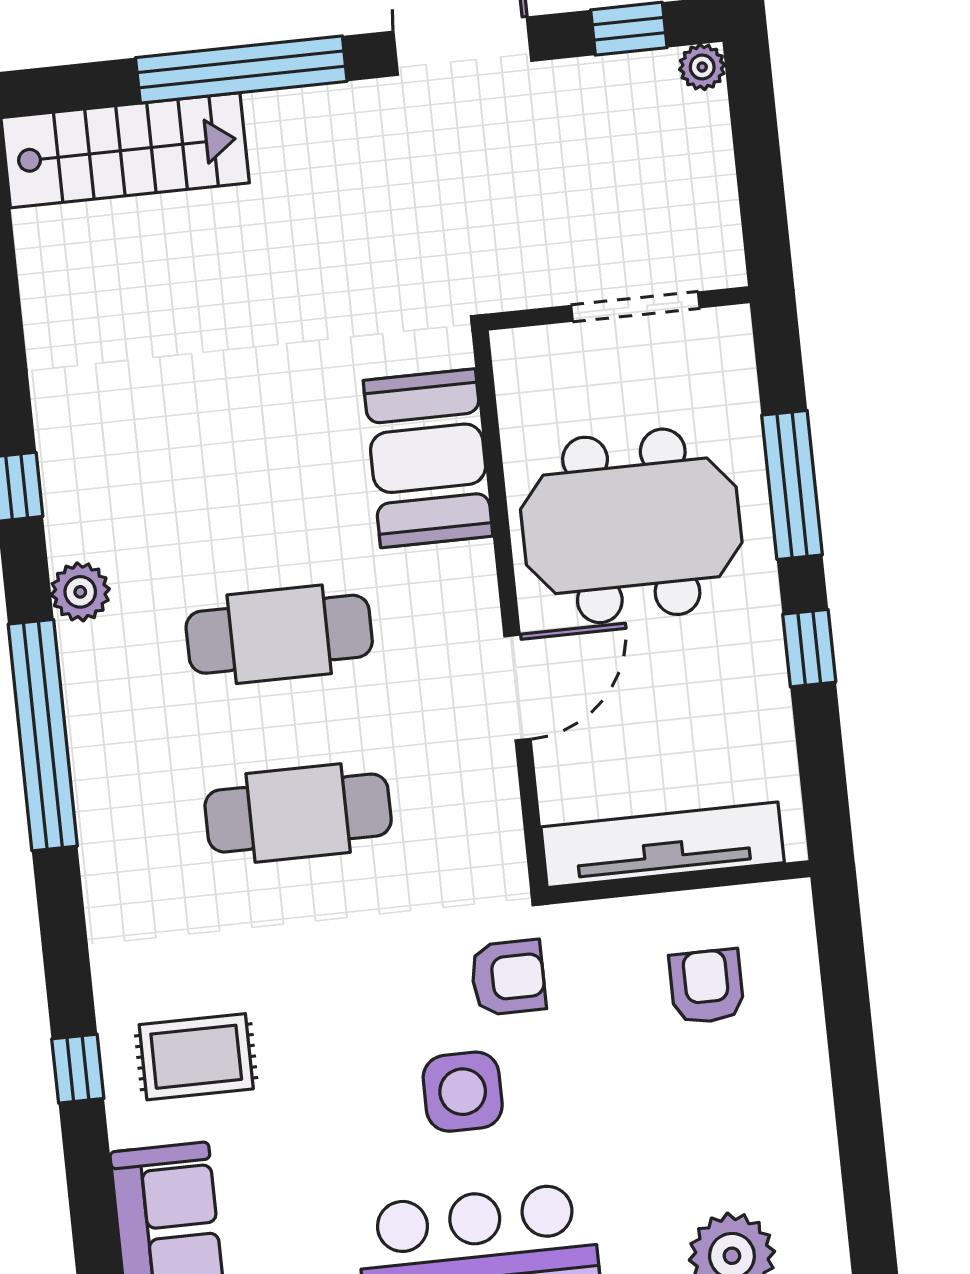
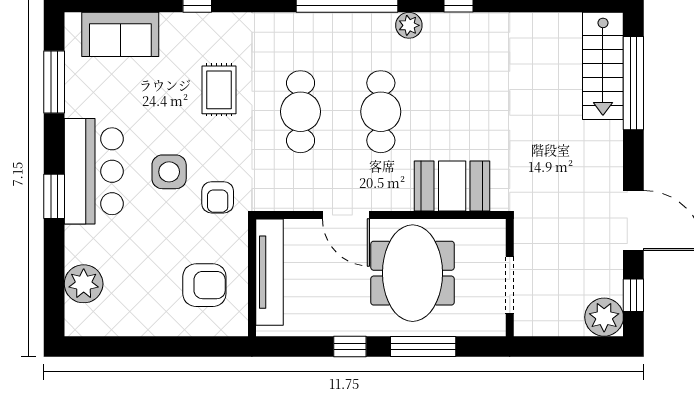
plant: (702, 67) -> (604, 317), width x1.88, depth x1.88
window: (241, 69) -> (633, 83), moved
armchair: (707, 986) -> (204, 285), width x1.38, depth x1.38
rug: (196, 1057) -> (219, 90), moved

